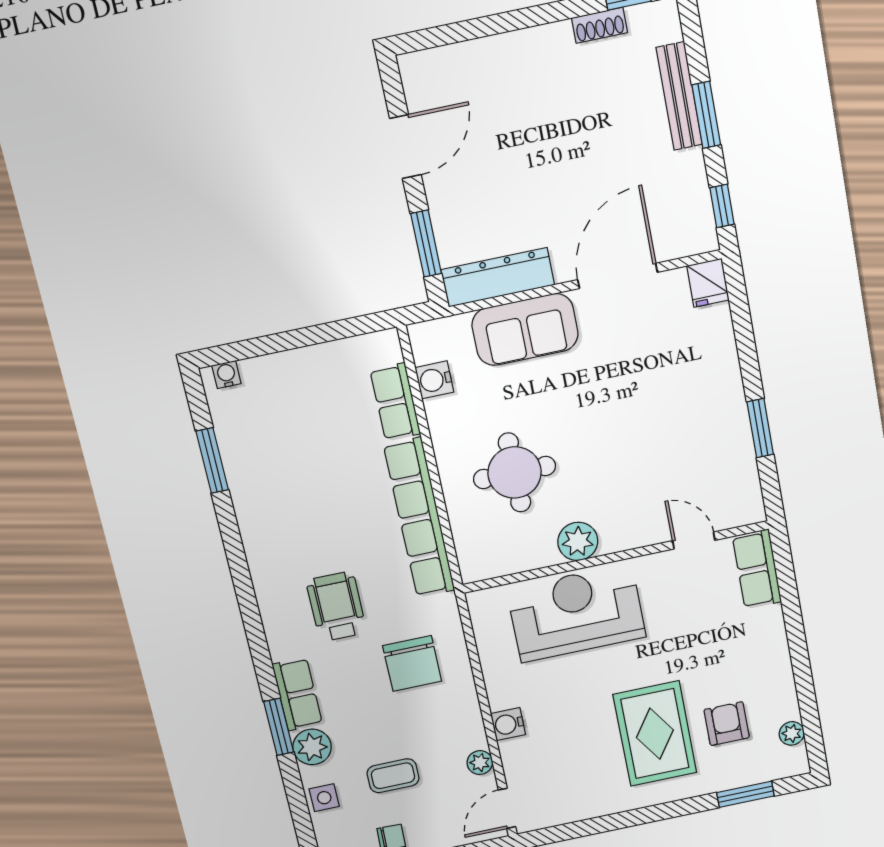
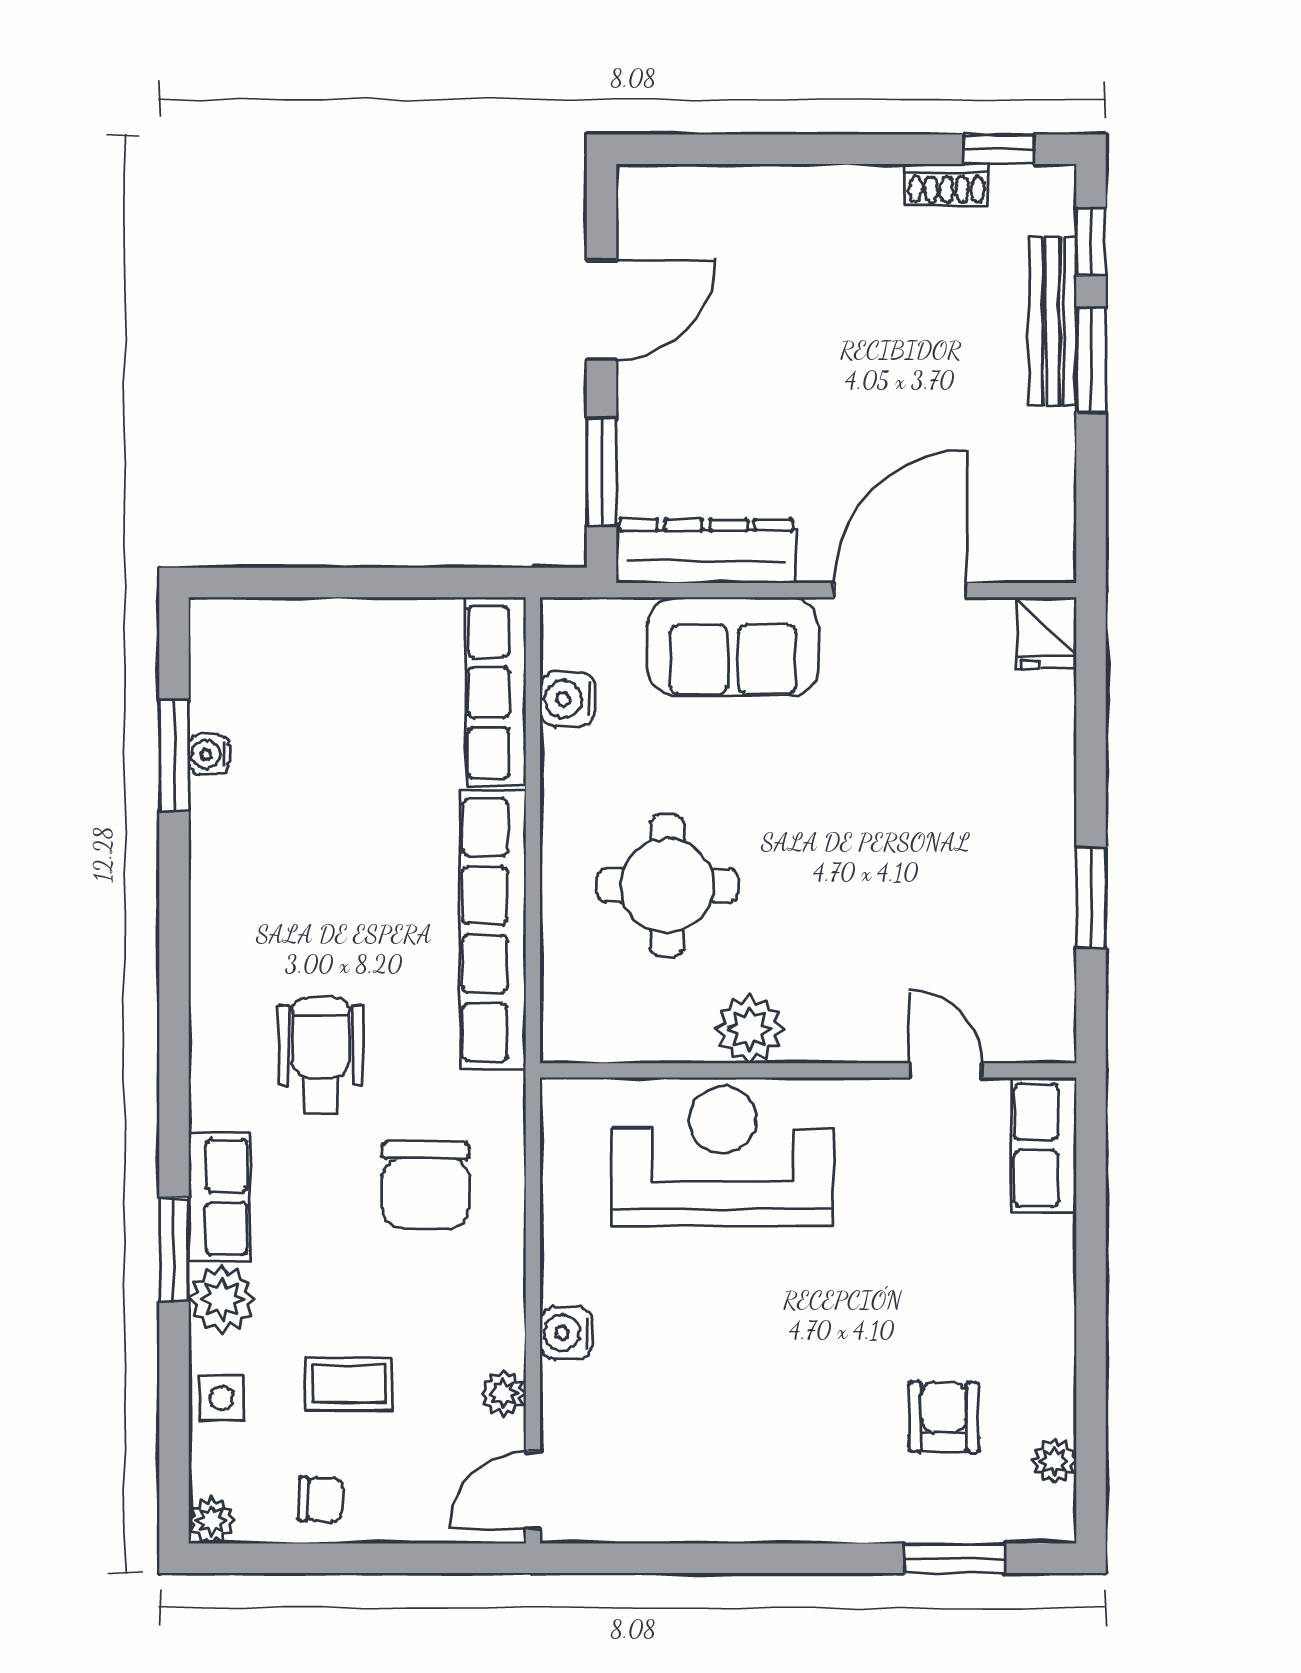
window: (722, 206) -> (1091, 242), moved
water cooler: (226, 375) -> (209, 754), moved, turned -90
row of seats: (395, 402) -> (496, 692), width x1.48
rug: (655, 734) -> (816, 1408), removed

